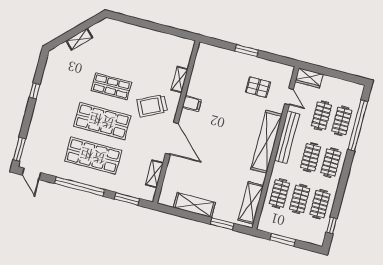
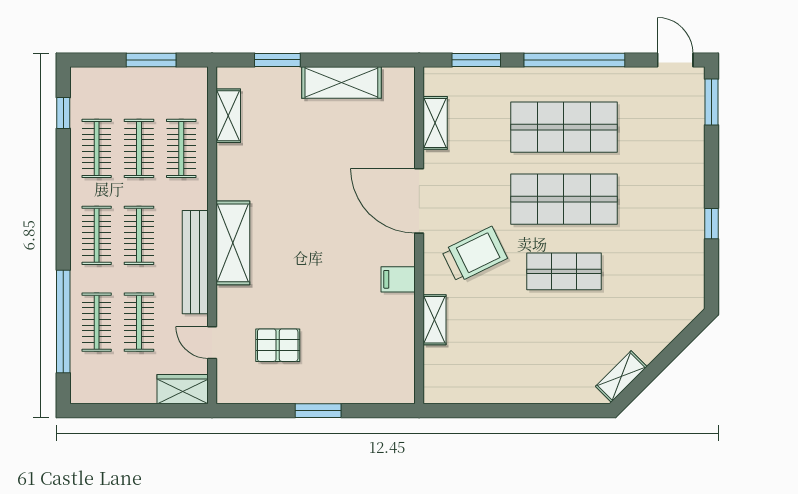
shelving: (79, 39) -> (621, 376), moved
shelving: (267, 142) -> (233, 243), width x0.68
shelving: (251, 203) -> (228, 116), width x0.67, depth x0.75

